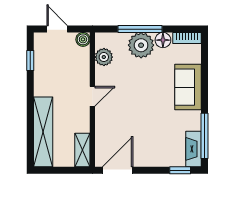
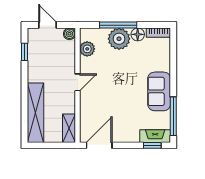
sofa: (188, 87) -> (159, 91), moved
fireplace: (194, 149) -> (155, 136), moved, turned 90

